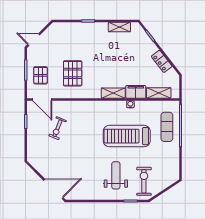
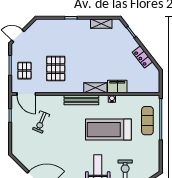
shelving: (159, 93) -> (139, 88), removed
bench: (99, 106) -> (81, 100), added

